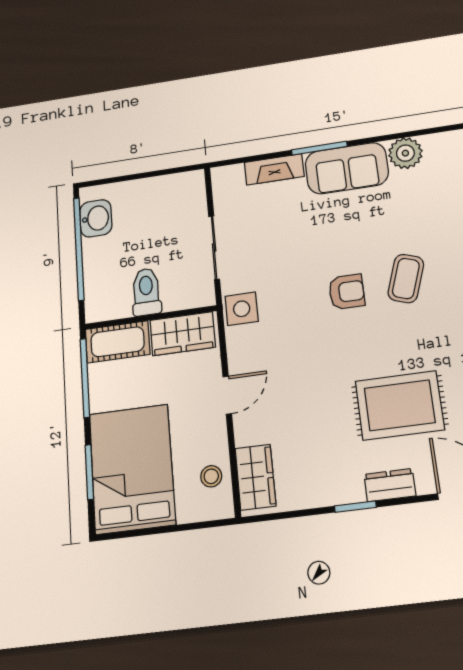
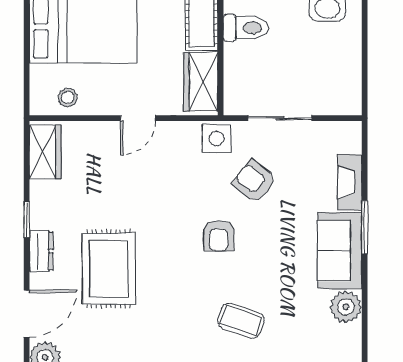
armchair: (283, 263) -> (254, 181), added
coffee table: (406, 278) -> (241, 321), moved
toilet: (146, 292) -> (246, 28), moved
door: (227, 395) -> (138, 118), hinge flipped
wardrobe: (255, 477) -> (45, 152), moved, turned -90

